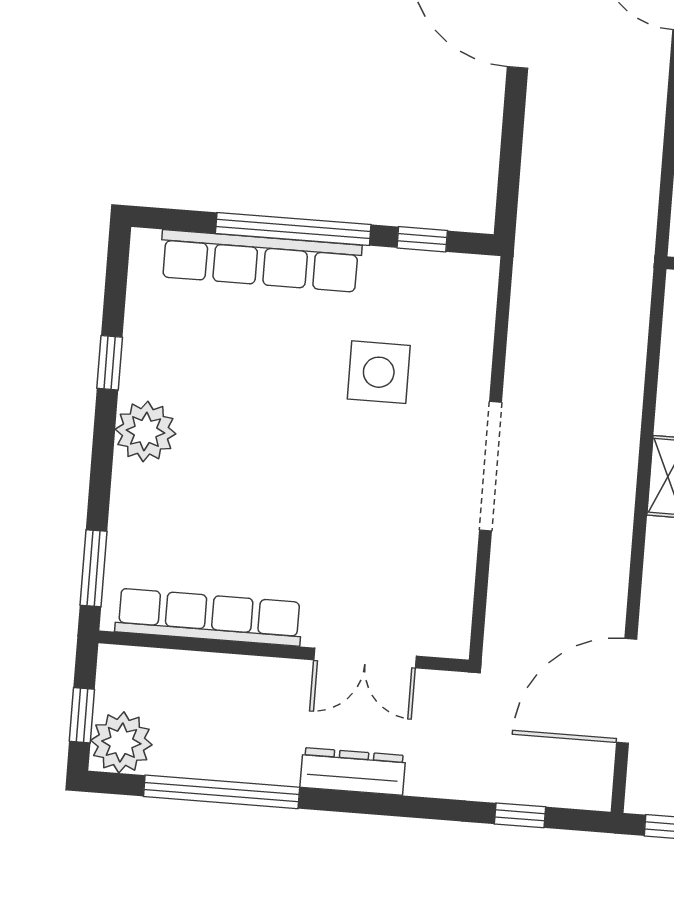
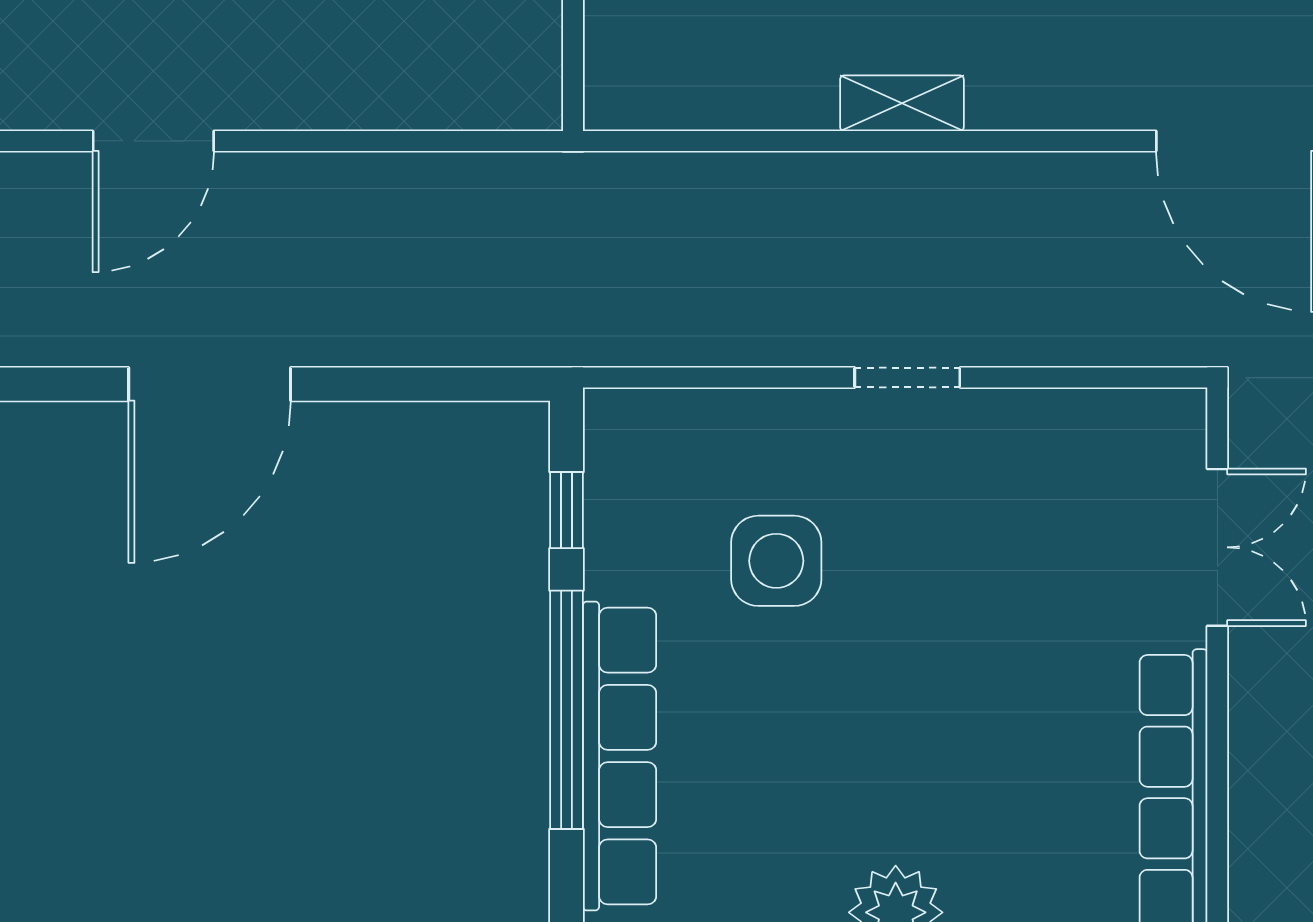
doorway: (490, 466) -> (907, 378), width x0.53

